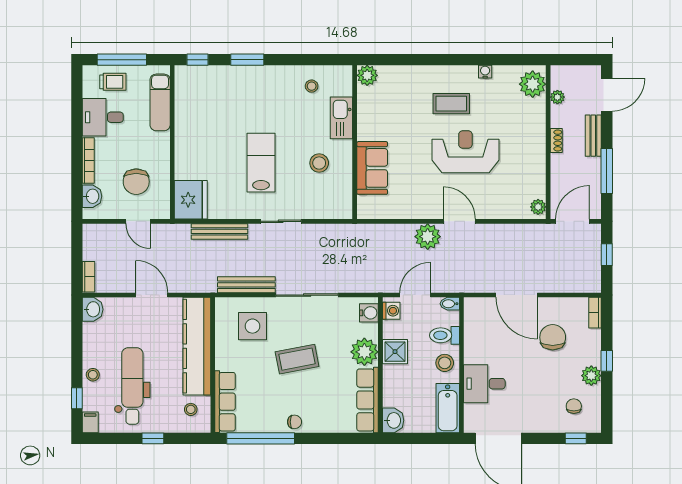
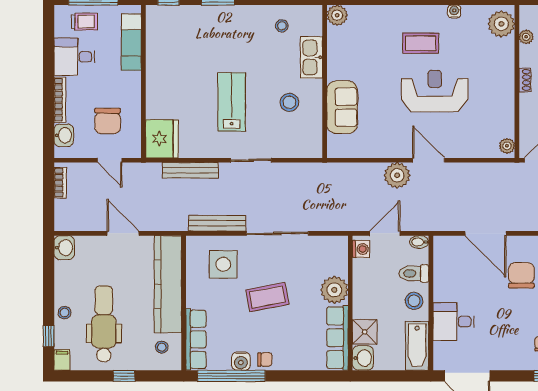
bookcase: (88, 277) -> (60, 183), moved
water cooler: (369, 313) -> (241, 361), moved, turned 90
shower: (395, 352) -> (365, 332), moved

